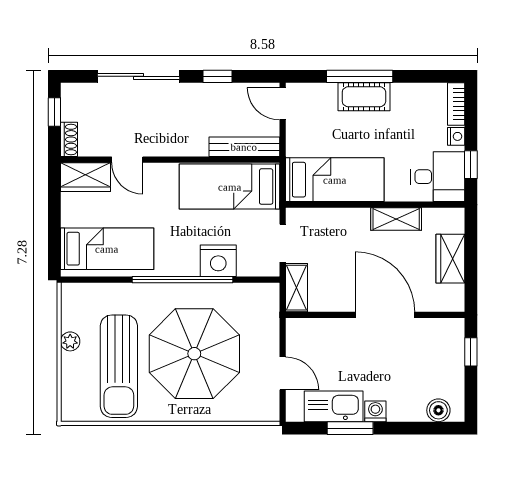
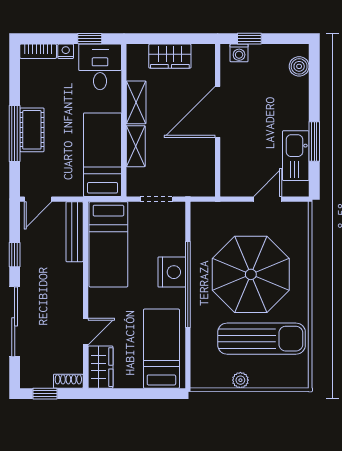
nightstand: (218, 261) -> (172, 272), moved
shelving: (297, 288) -> (136, 146), moved, turned 90
washing machine: (375, 411) -> (239, 53), moved, turned -90

